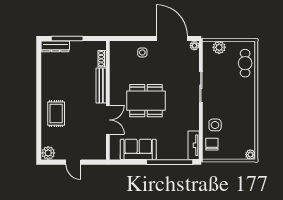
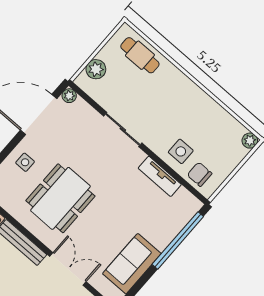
dining table: (146, 101) -> (60, 198), moved
tv unit: (194, 145) -> (160, 176), moved

